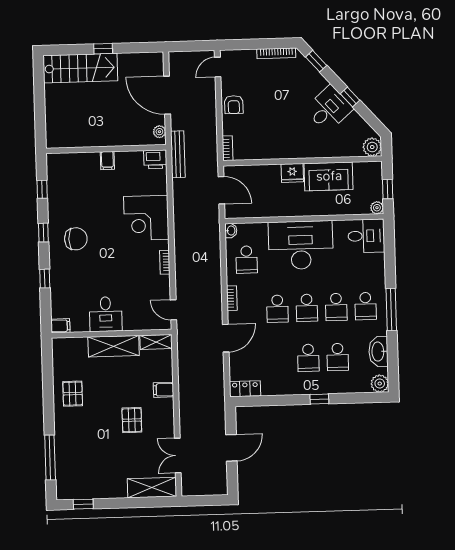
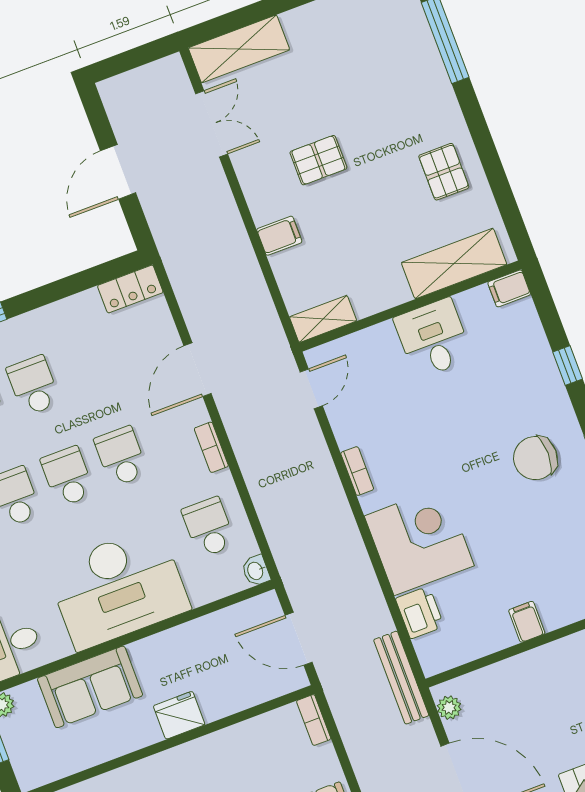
printer: (155, 159) -> (420, 612), moved, turned 90
sofa: (329, 176) -> (90, 687), moved, turned 180
door: (173, 310) -> (311, 389), hinge flipped
shelving: (114, 346) -> (454, 264), moved
pallet: (132, 420) -> (318, 160), turned 90

